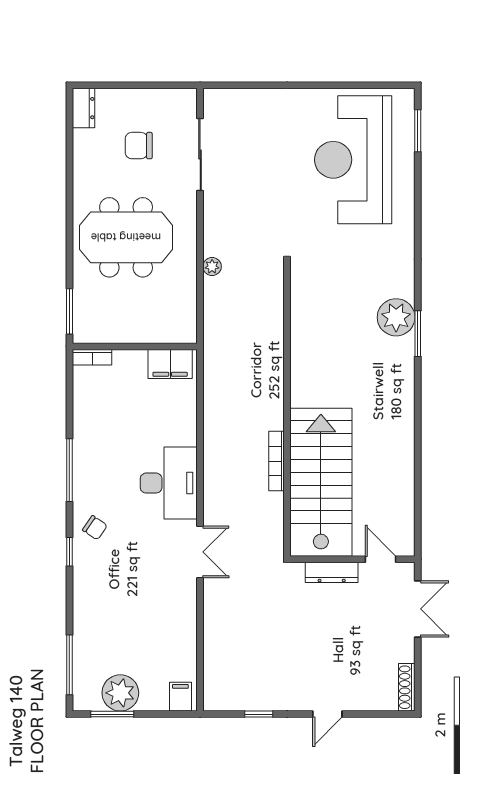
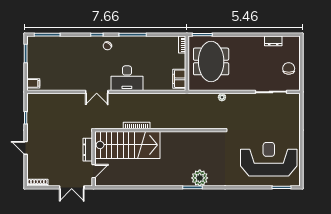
dresser: (84, 108) -> (273, 41), moved
chair: (139, 146) -> (289, 68), moved
meeting table: (126, 237) -> (211, 61), moved
plant: (120, 693) -> (35, 57), removed

